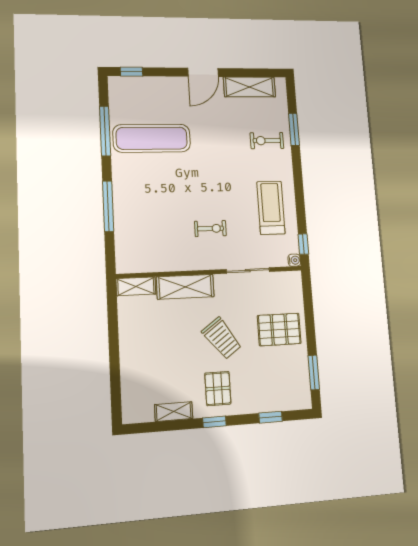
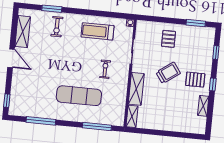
exercise mat: (152, 138) -> (79, 96), moved, turned 90
window: (108, 206) -> (97, 126), moved
window: (303, 244) -> (122, 16), removed
pallet: (279, 329) -> (168, 39), width x0.67, depth x0.71

